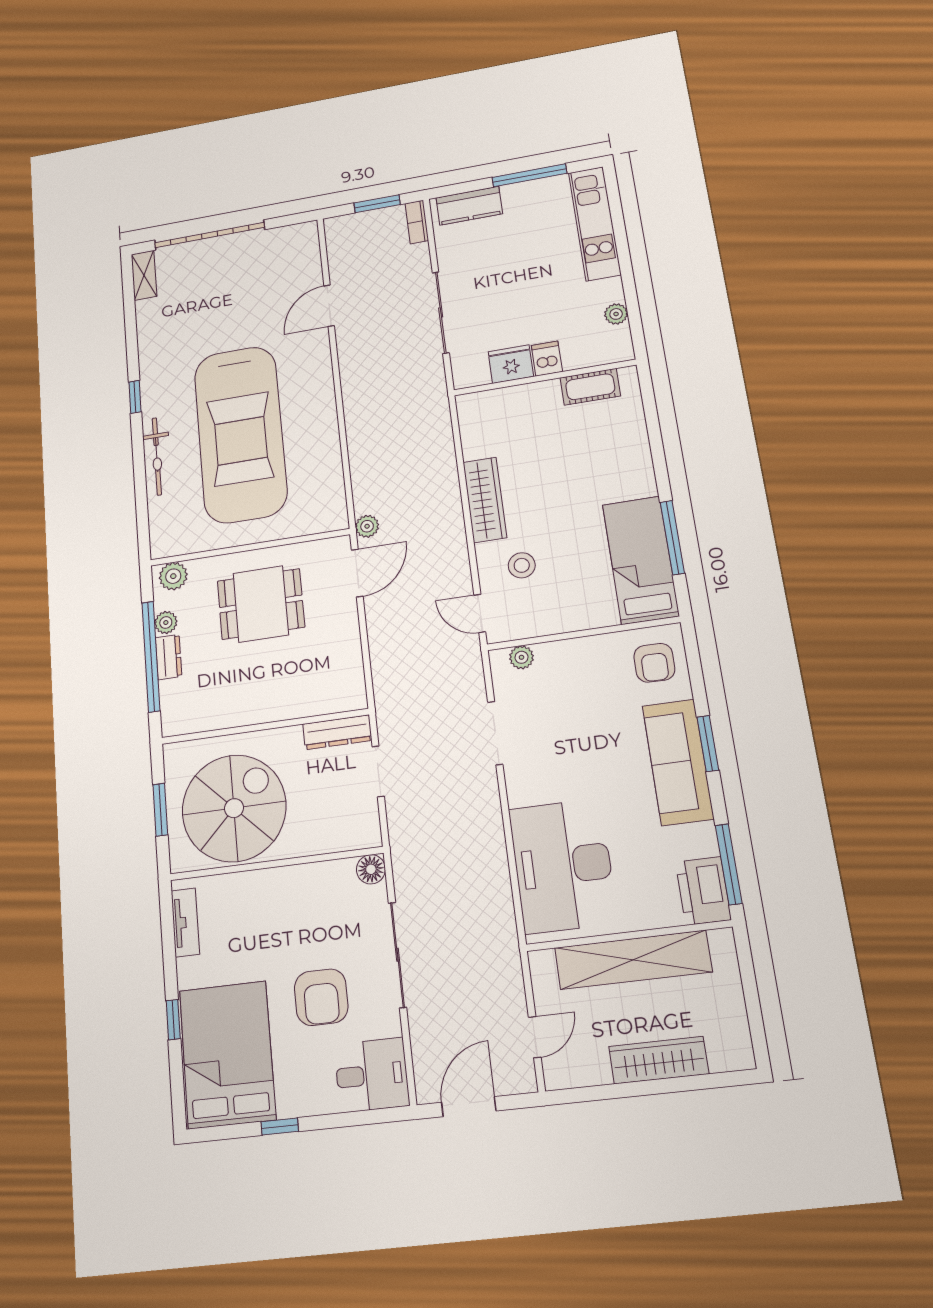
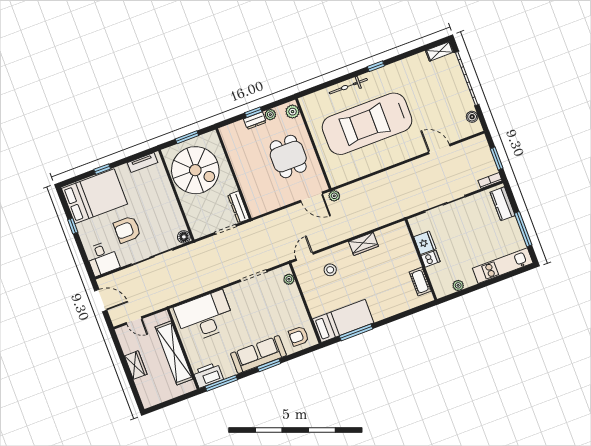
boiler: (284, 236) -> (472, 117), added
wardrobe: (485, 500) -> (363, 244), width x0.67
window: (151, 656) -> (253, 112), width x0.32
wardrobe: (659, 1060) -> (136, 365), width x0.67

